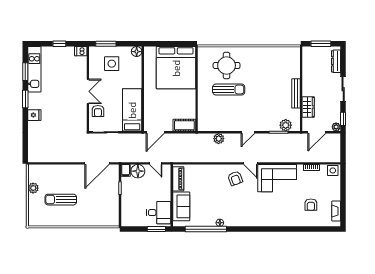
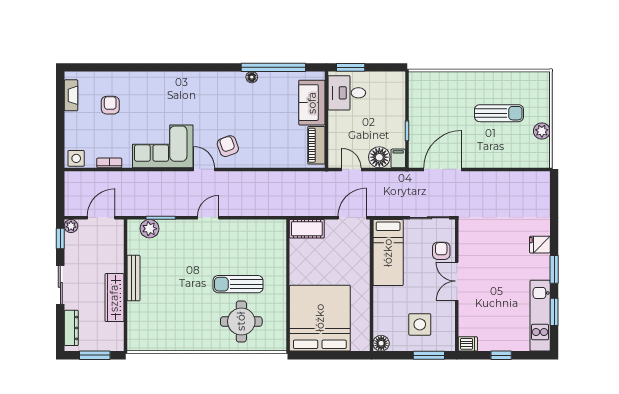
wardrobe: (308, 107) -> (114, 298), moved, width x1.50
plant: (219, 139) -> (253, 208), removed

